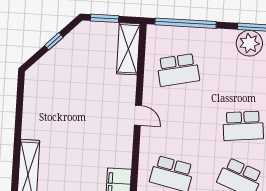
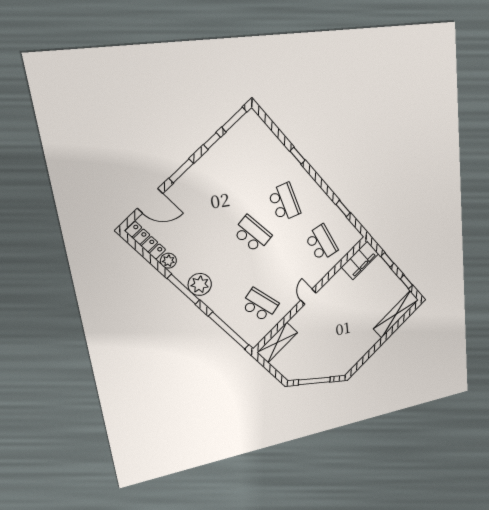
window: (105, 18) -> (274, 372), removed
window: (54, 41) -> (314, 381), width x2.17

